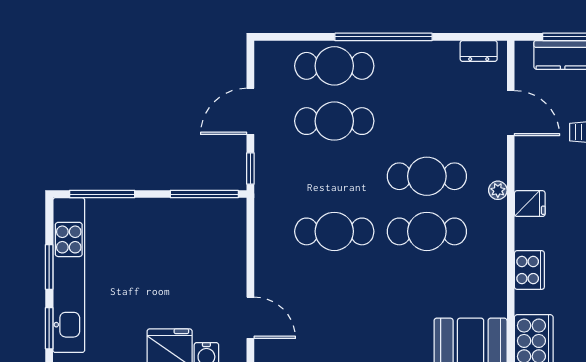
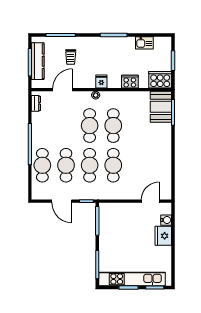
cafe table: (334, 176) -> (90, 165), added

